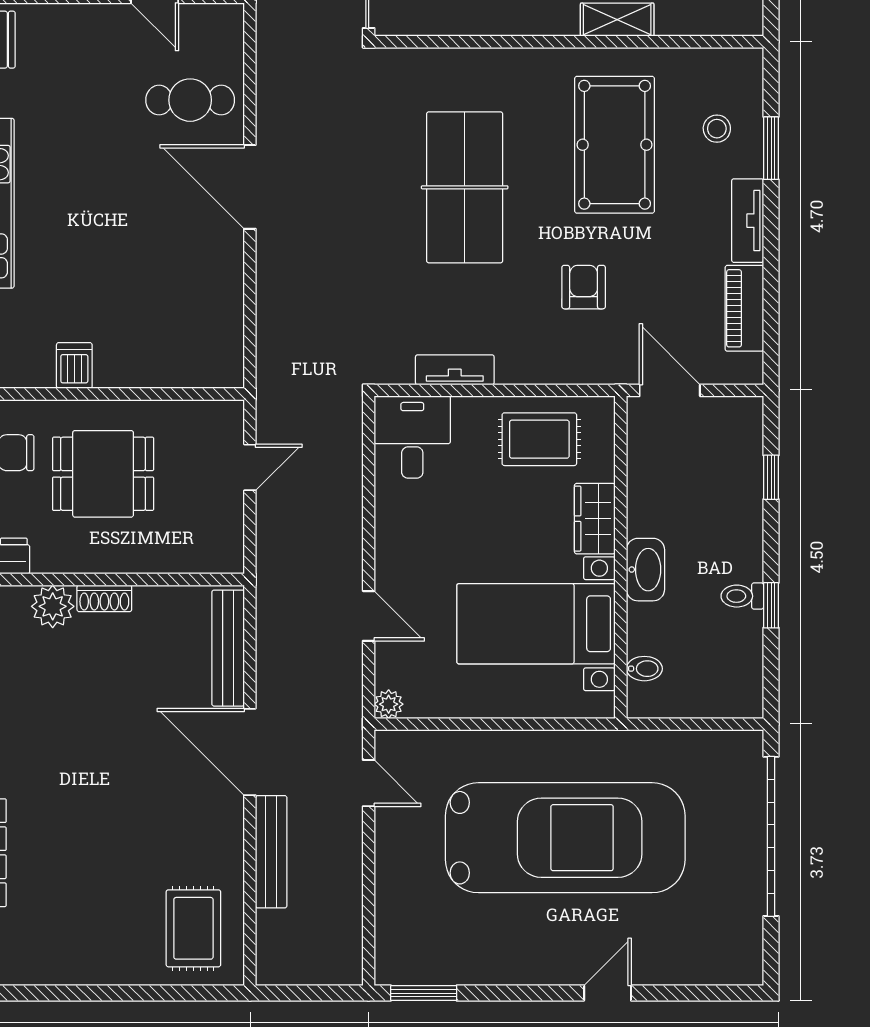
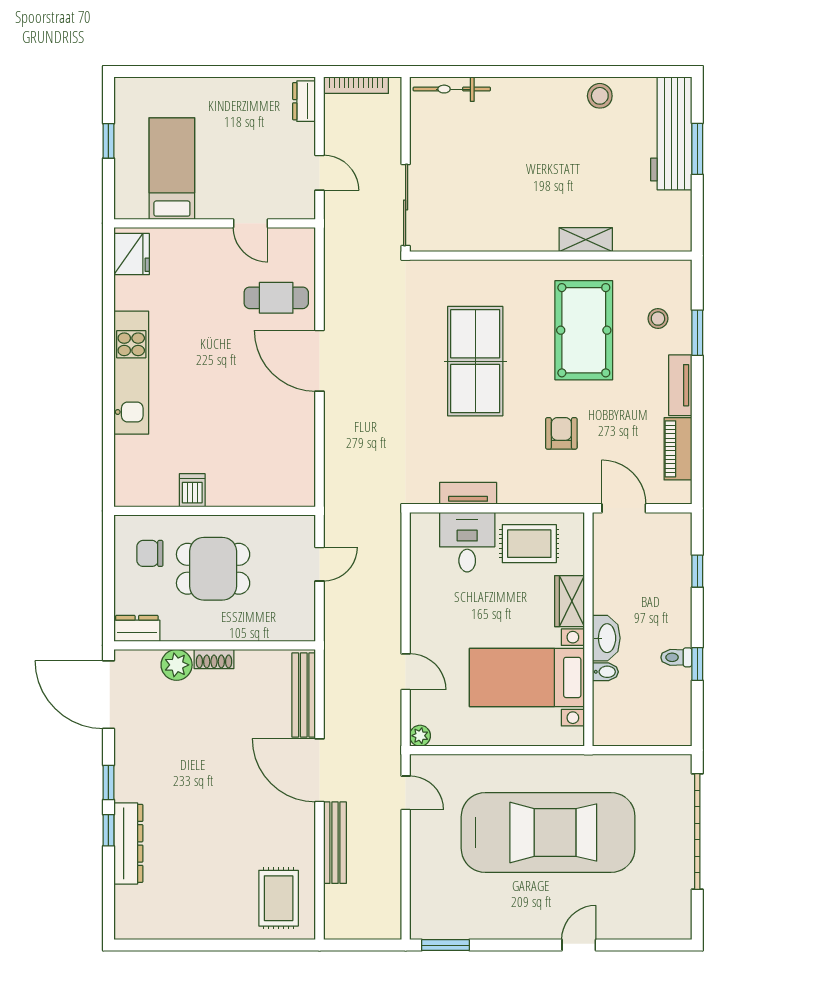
desk: (412, 437) -> (467, 542), moved
bidet: (644, 669) -> (605, 672), moved

